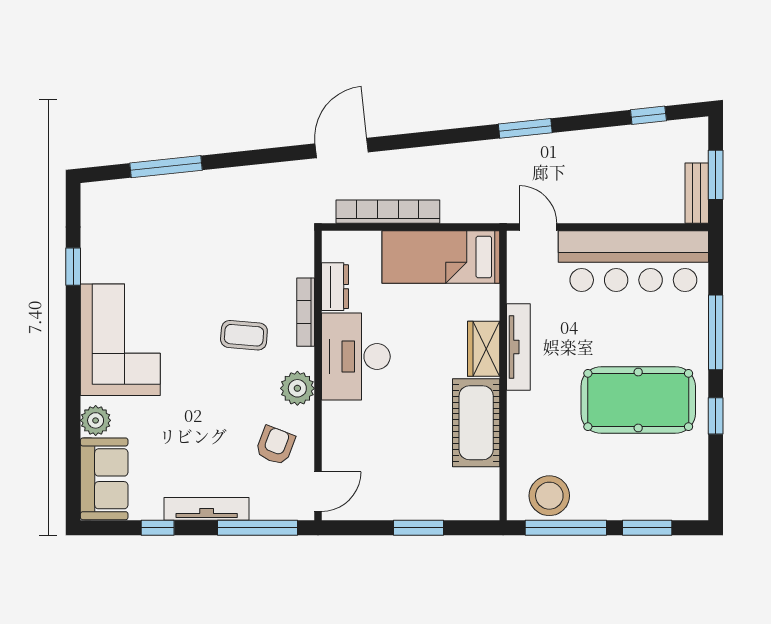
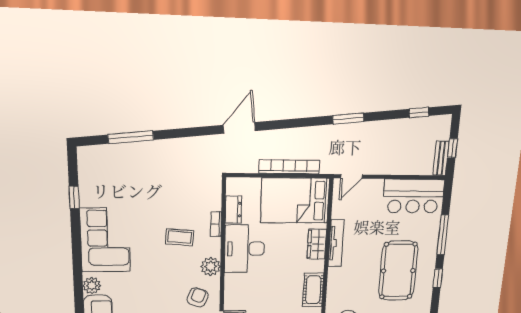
window: (716, 175) -> (452, 148), width x0.67
bookcase: (388, 212) -> (289, 167), moved
door: (538, 227) -> (352, 176), swing flipped
bed: (441, 257) -> (295, 201), width x1.50
bar counter: (633, 261) -> (414, 196), width x0.73
bookcase: (306, 312) -> (216, 224), width x0.64
pool table: (638, 400) -> (398, 271), turned 90
cot: (476, 423) -> (313, 290), width x0.73, depth x0.75

